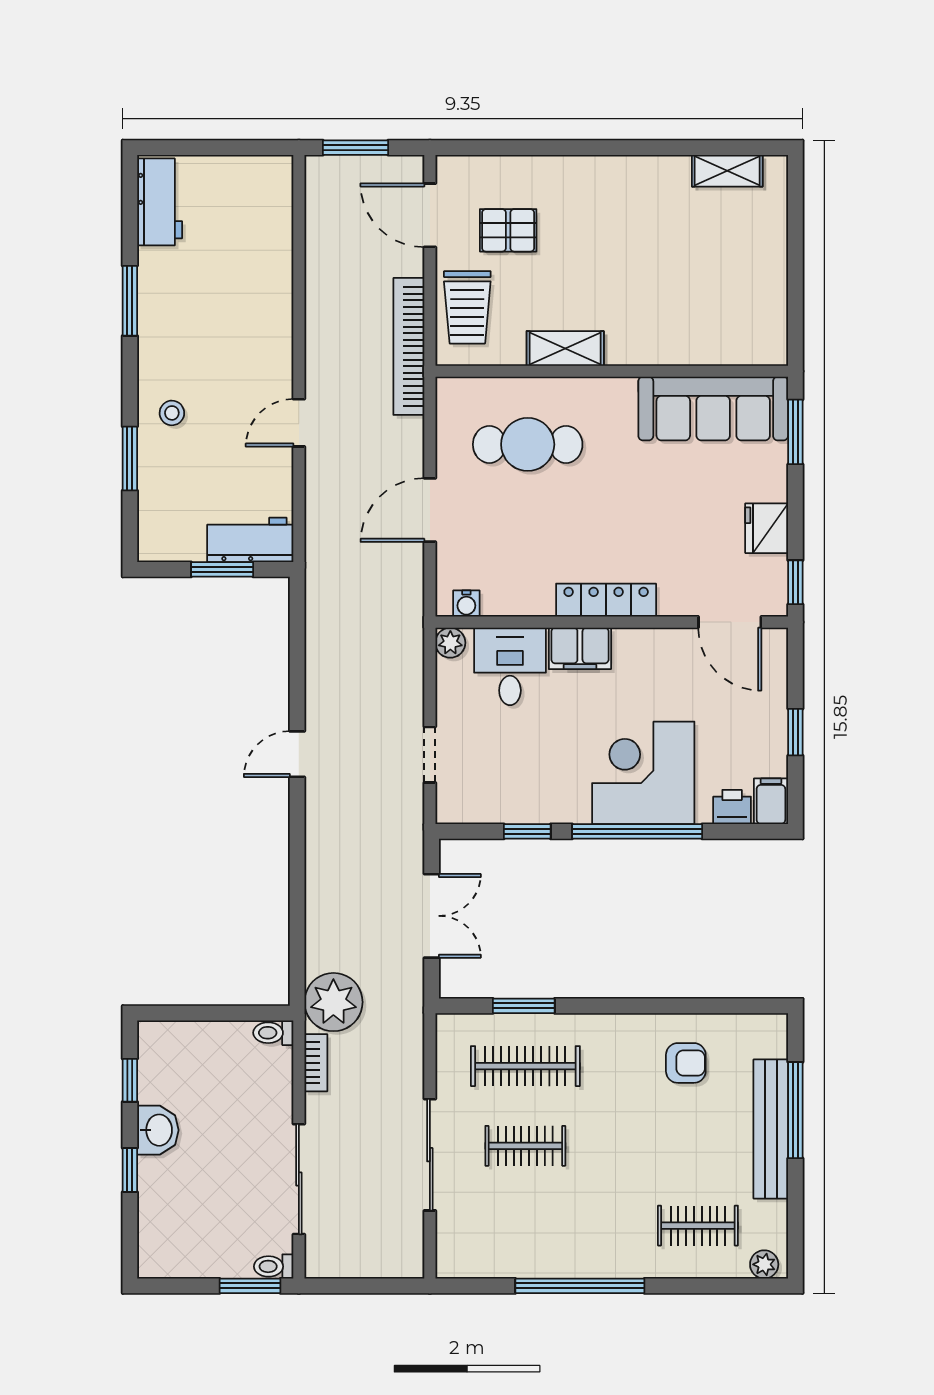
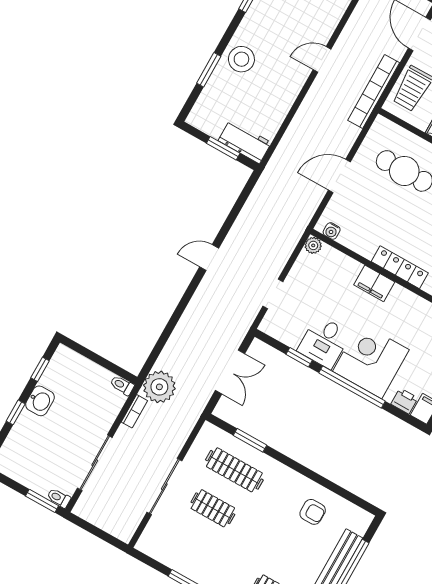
stool: (172, 413) -> (241, 59), width x1.89, depth x1.89
door: (299, 423) -> (322, 59), moved
desk: (510, 666) -> (324, 342), moved, turned 180

